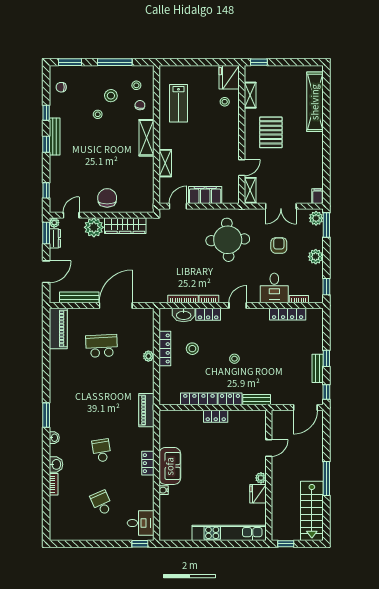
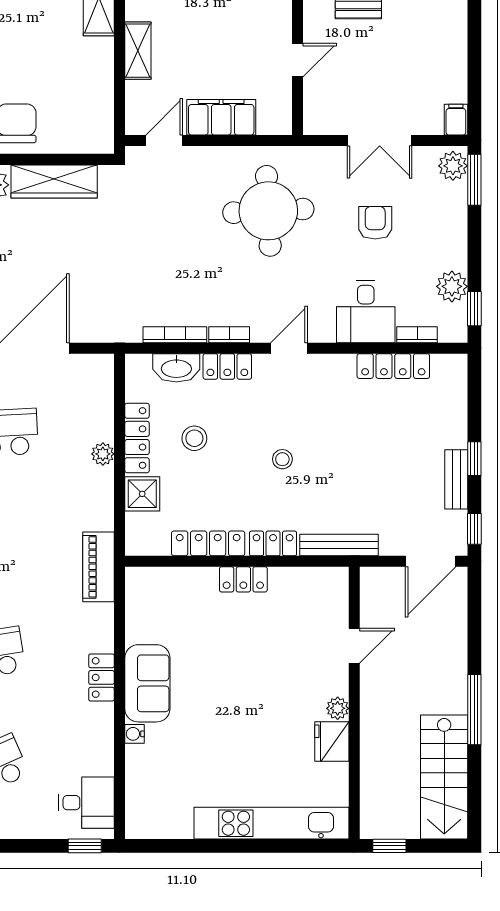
shelving: (250, 190) -> (315, 107), removed
plant: (316, 257) -> (452, 286), moved
shower: (167, 375) -> (142, 494), added
bench: (257, 400) -> (339, 545), width x1.36

